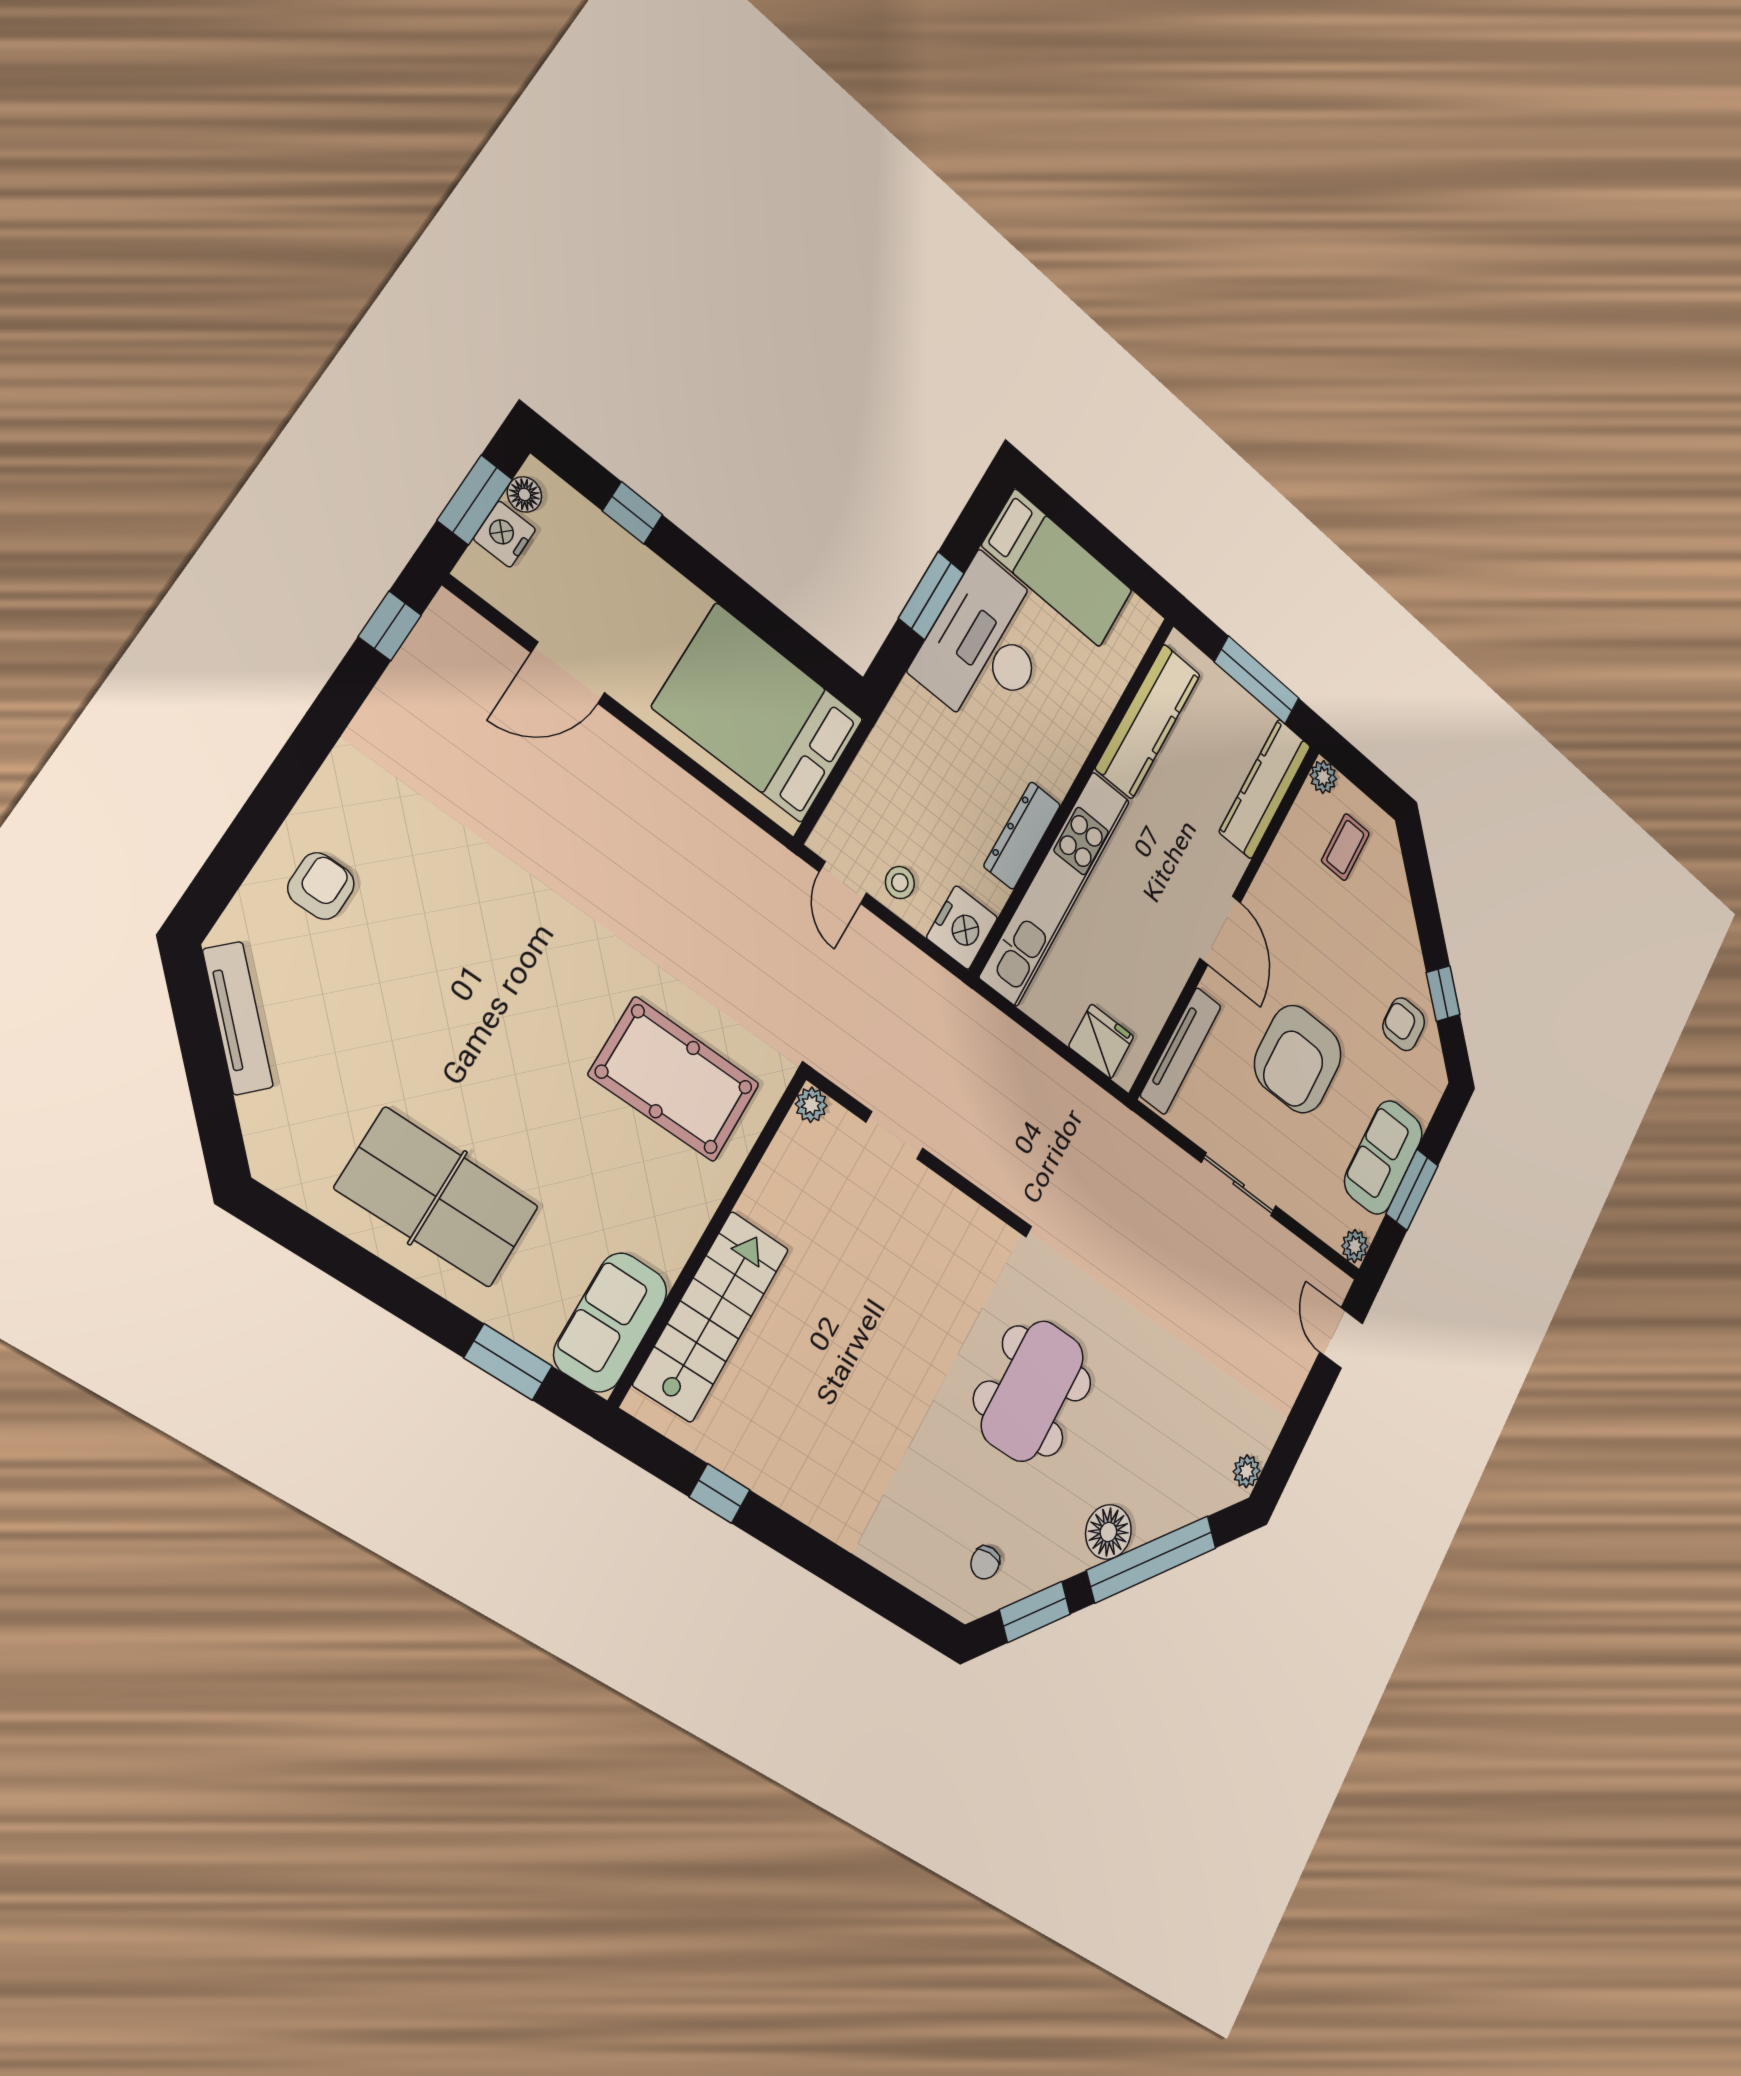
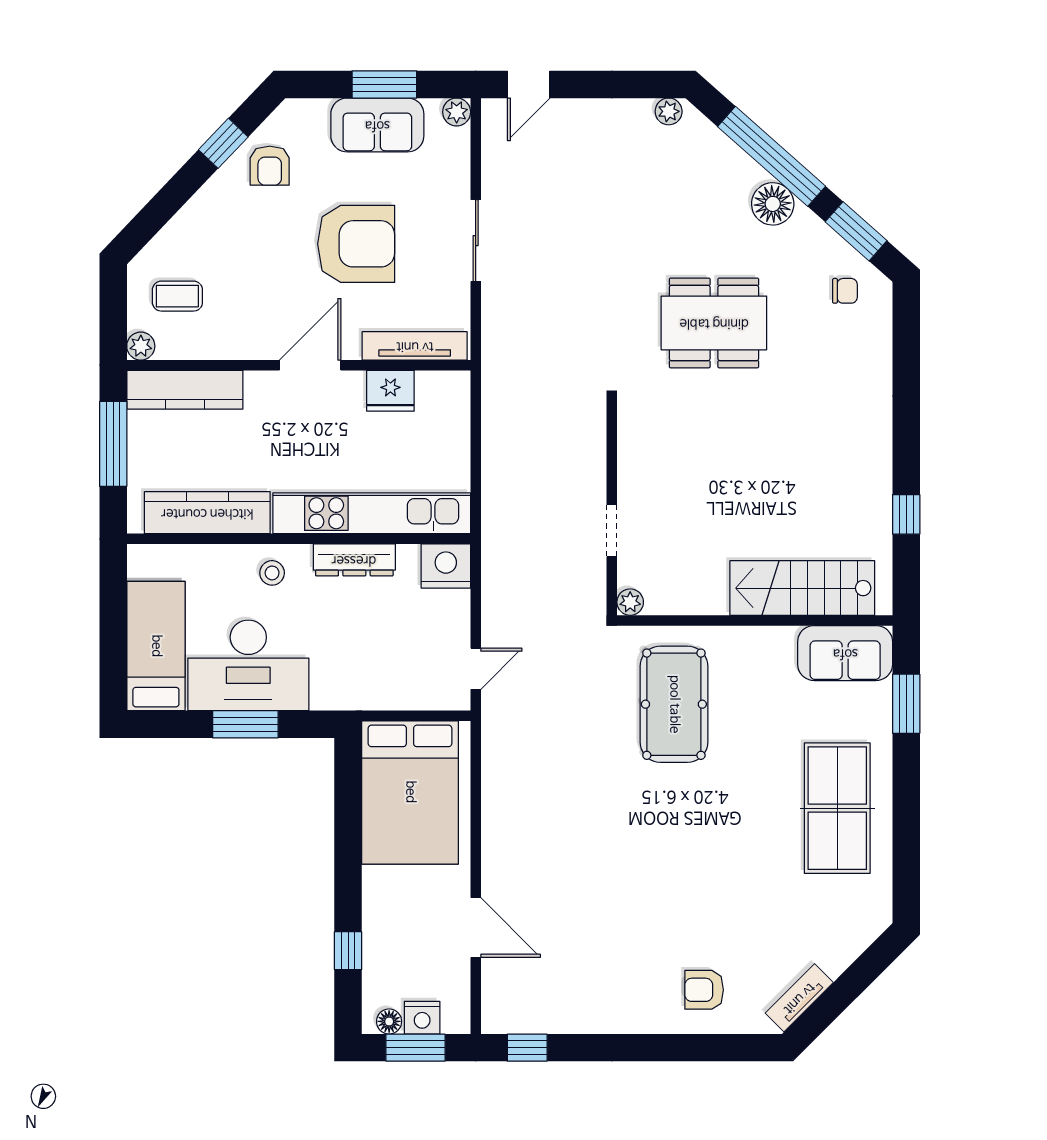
stool: (900, 883) -> (272, 573), moved
tv unit: (238, 1018) -> (799, 998), width x0.71
fridge: (1101, 1041) -> (390, 391), moved, turned -90

